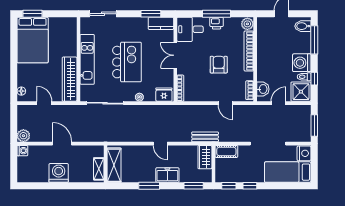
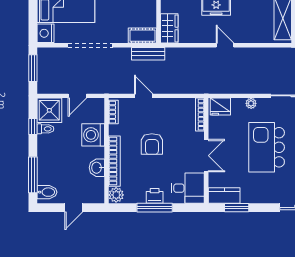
washing machine: (302, 63) -> (93, 135), moved, turned 180
washbasin: (263, 89) -> (97, 168), moved
bench: (205, 137) -> (148, 54), moved

